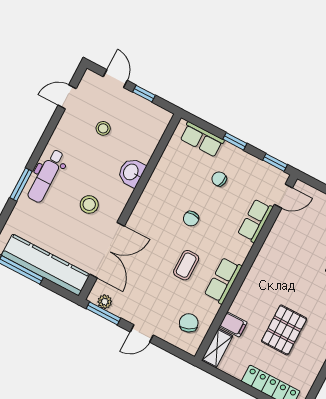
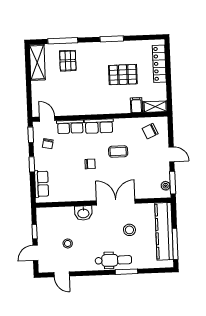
chair: (219, 179) -> (48, 144), moved
stool: (89, 204) -> (129, 230), moved
double door: (107, 250) -> (116, 202), moved
row of seats: (223, 281) -> (99, 126), moved

